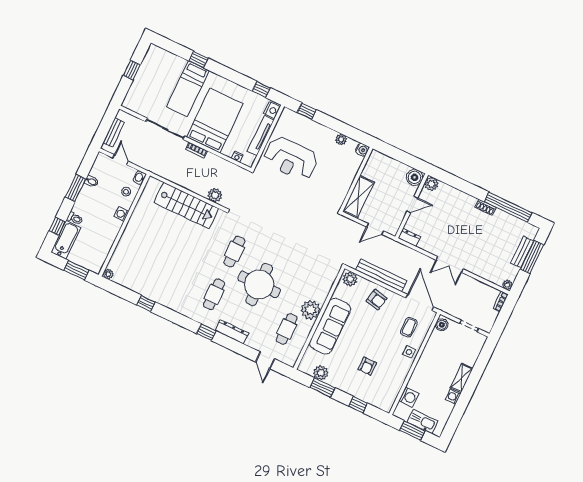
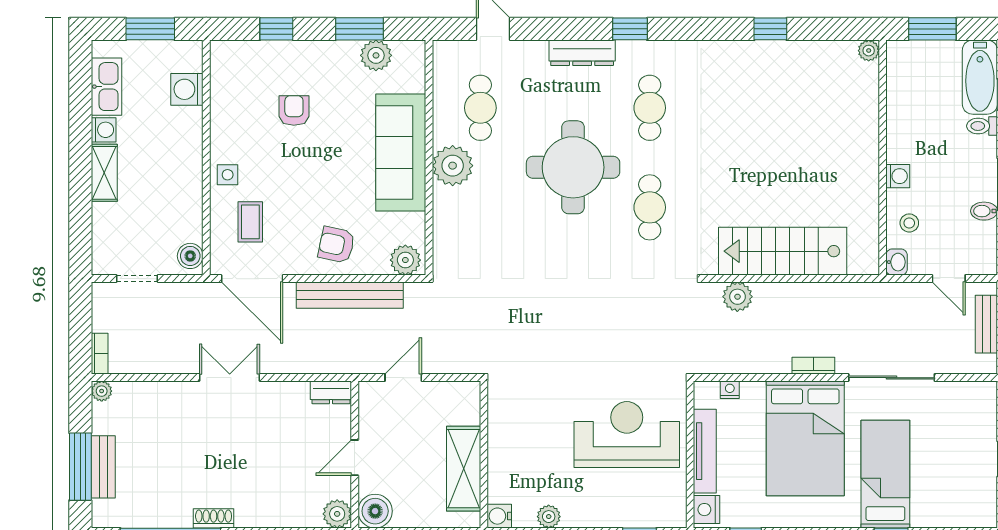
shelving: (358, 197) -> (464, 469), moved
kitchen sink: (422, 422) -> (106, 87), moved, turned -90

